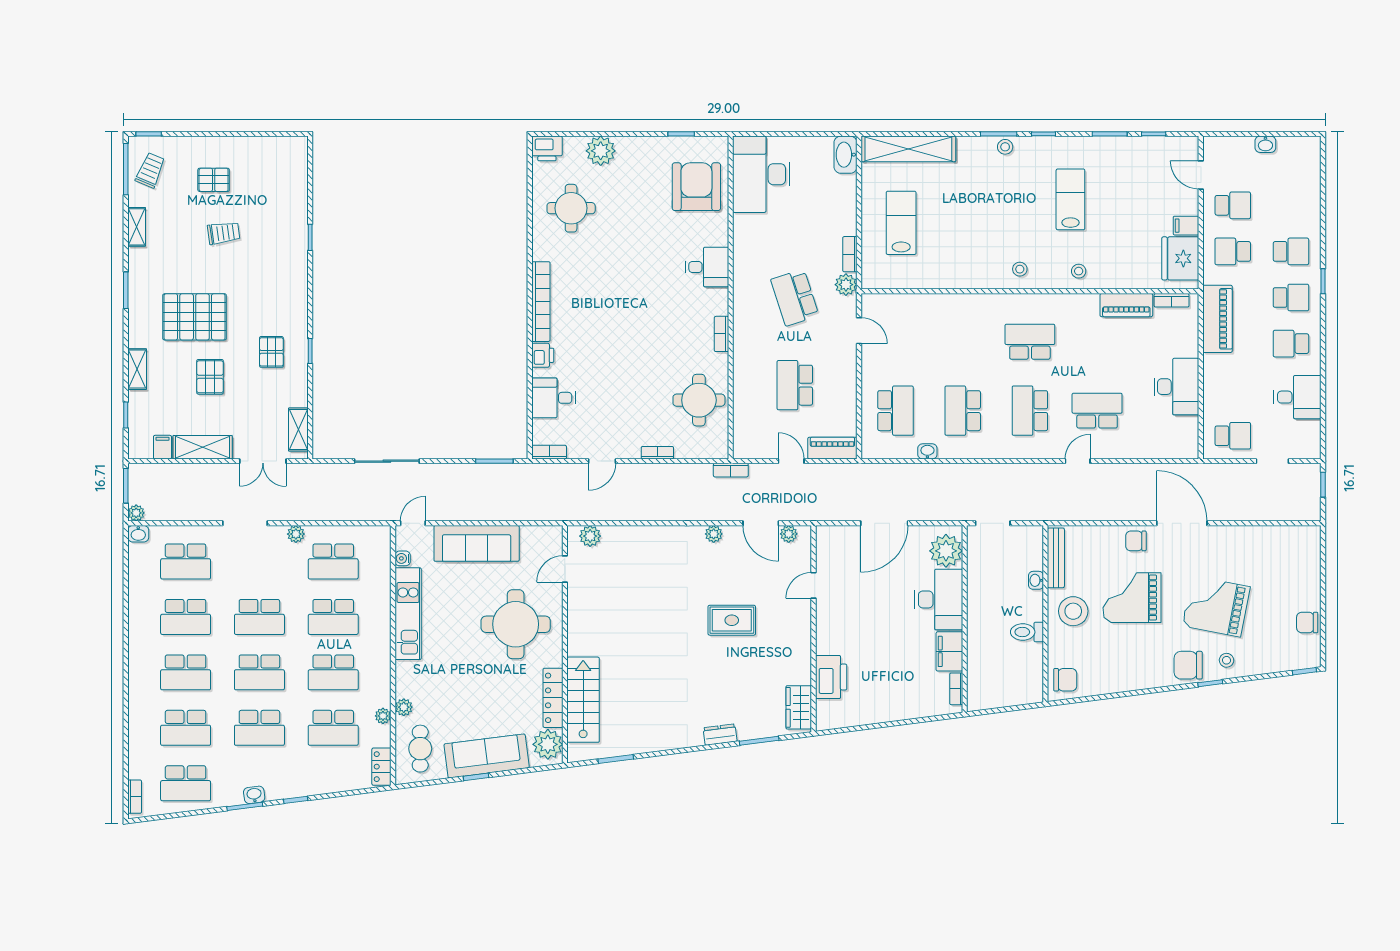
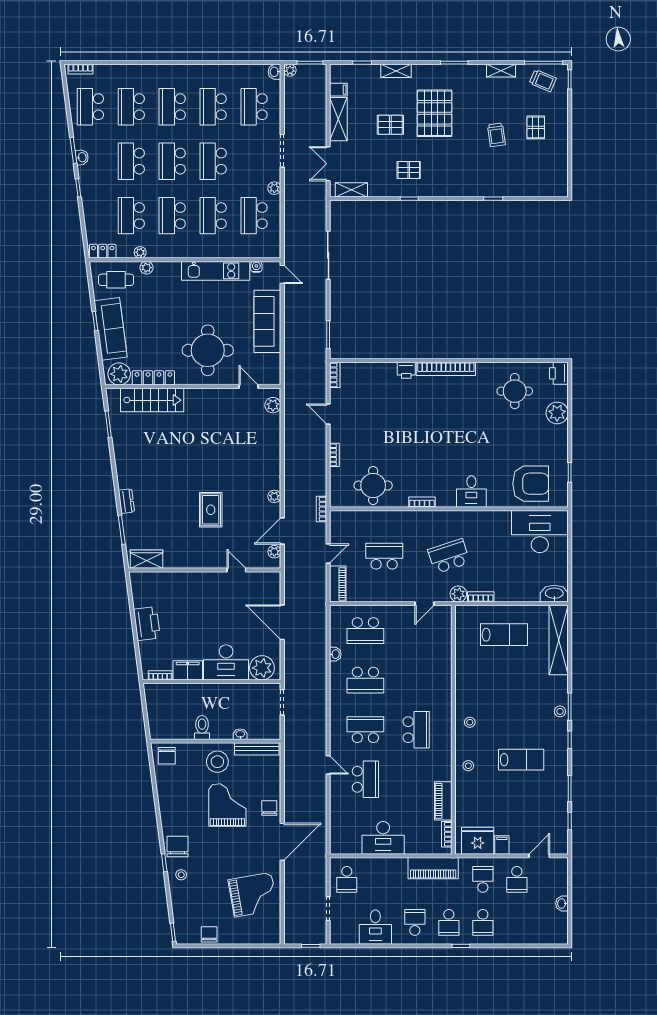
desk: (553, 398) -> (375, 378), removed
school desk: (963, 411) -> (365, 680), turned 180
grand piano: (1216, 606) -> (253, 895), moved, turned 69
printer: (831, 677) -> (147, 624), moved, turned -97

